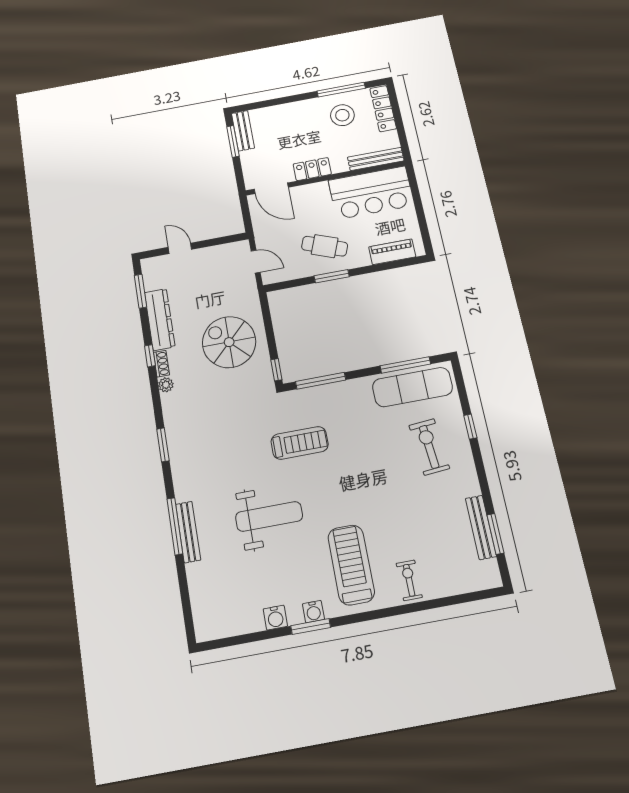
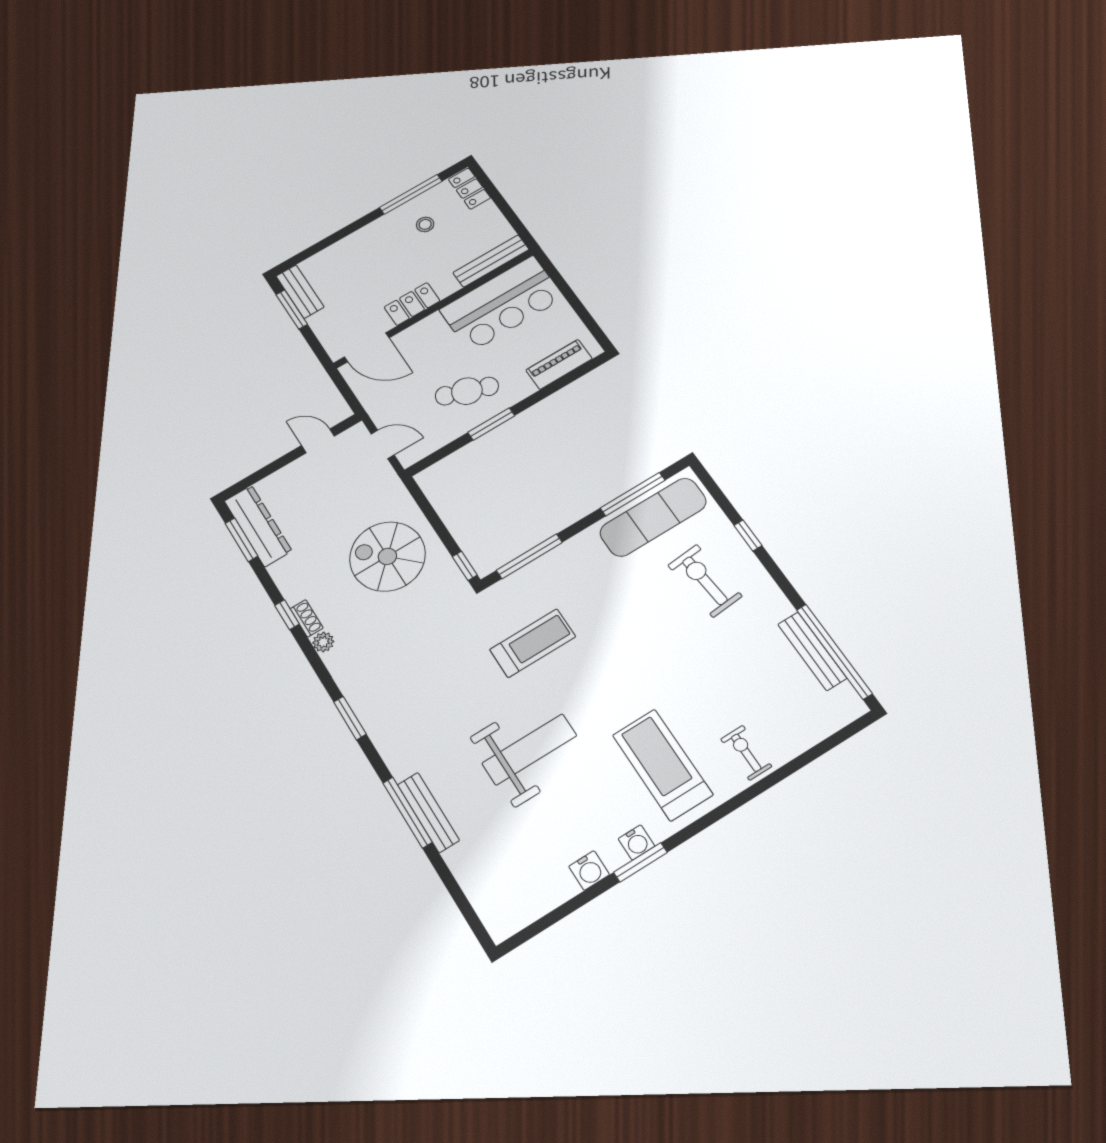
locker: (383, 109) -> (469, 189), width x0.66
stool: (342, 115) -> (425, 224), width x0.53, depth x0.53
door: (180, 248) -> (318, 441), moved
dresser: (160, 319) -> (258, 526), moved
window: (495, 534) -> (834, 652), width x2.11

